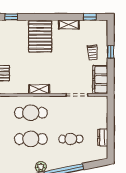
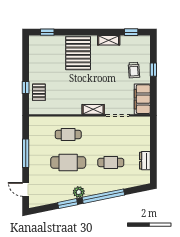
shelving: (39, 89) -> (93, 109), moved
cafe table: (31, 113) -> (68, 134), width x0.73, depth x0.74

